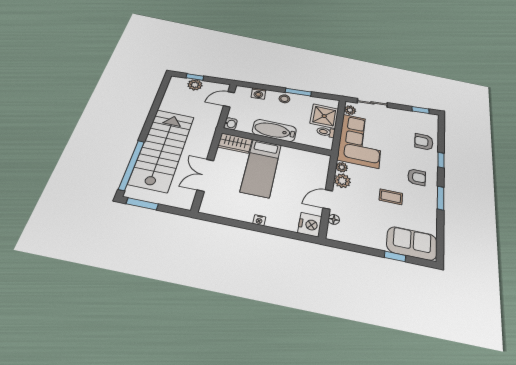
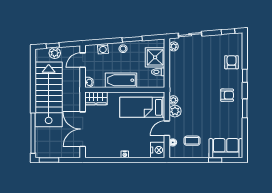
corner sofa: (361, 141) -> (184, 73), removed
armchair: (424, 142) -> (232, 62), turned 90
stairs: (162, 149) -> (49, 94), moved
bed: (261, 168) -> (142, 107), moved, turned 90
double door: (205, 175) -> (83, 129), width x1.37
coffee table: (391, 197) -> (192, 141), moved

